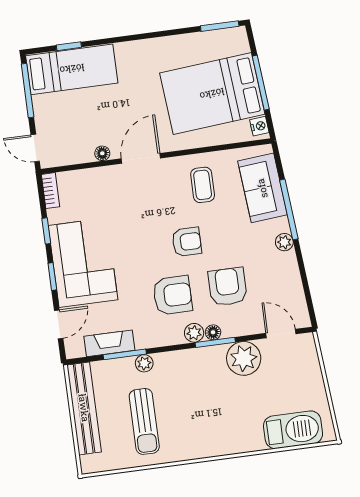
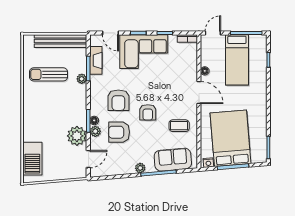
bed: (72, 69) -> (237, 60), moved
armchair: (228, 287) -> (119, 132), turned 180
plant: (194, 333) -> (95, 131), moved

